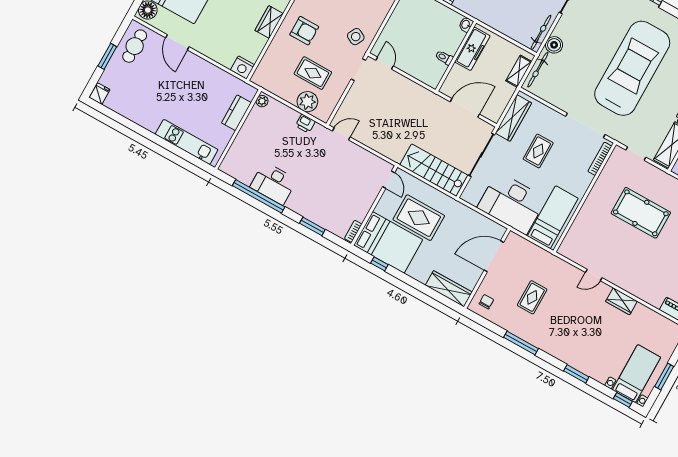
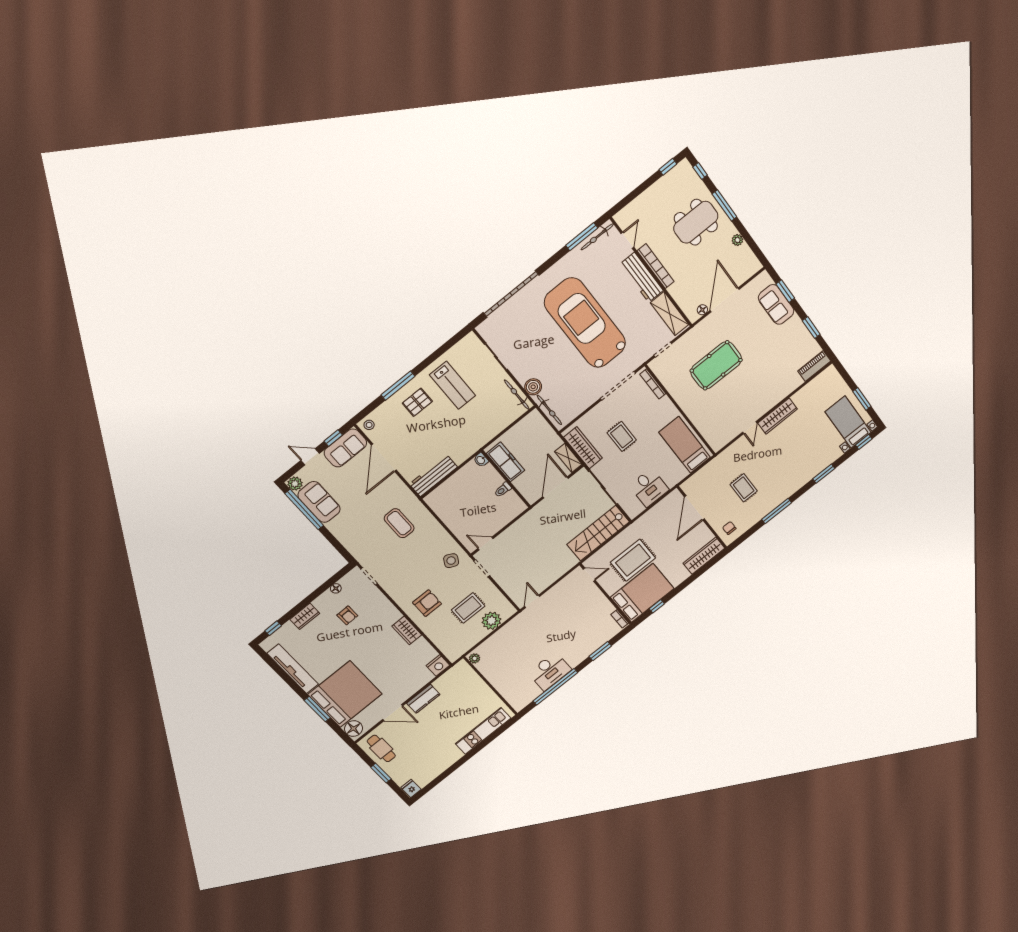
shelving: (519, 71) -> (568, 458), moved
kitchen counter: (236, 113) -> (423, 699), moved, turned -90
printer: (305, 124) -> (510, 629), removed
desk: (512, 203) -> (649, 488), width x0.53, depth x0.77
wardrobe: (621, 301) -> (778, 416), width x1.50

